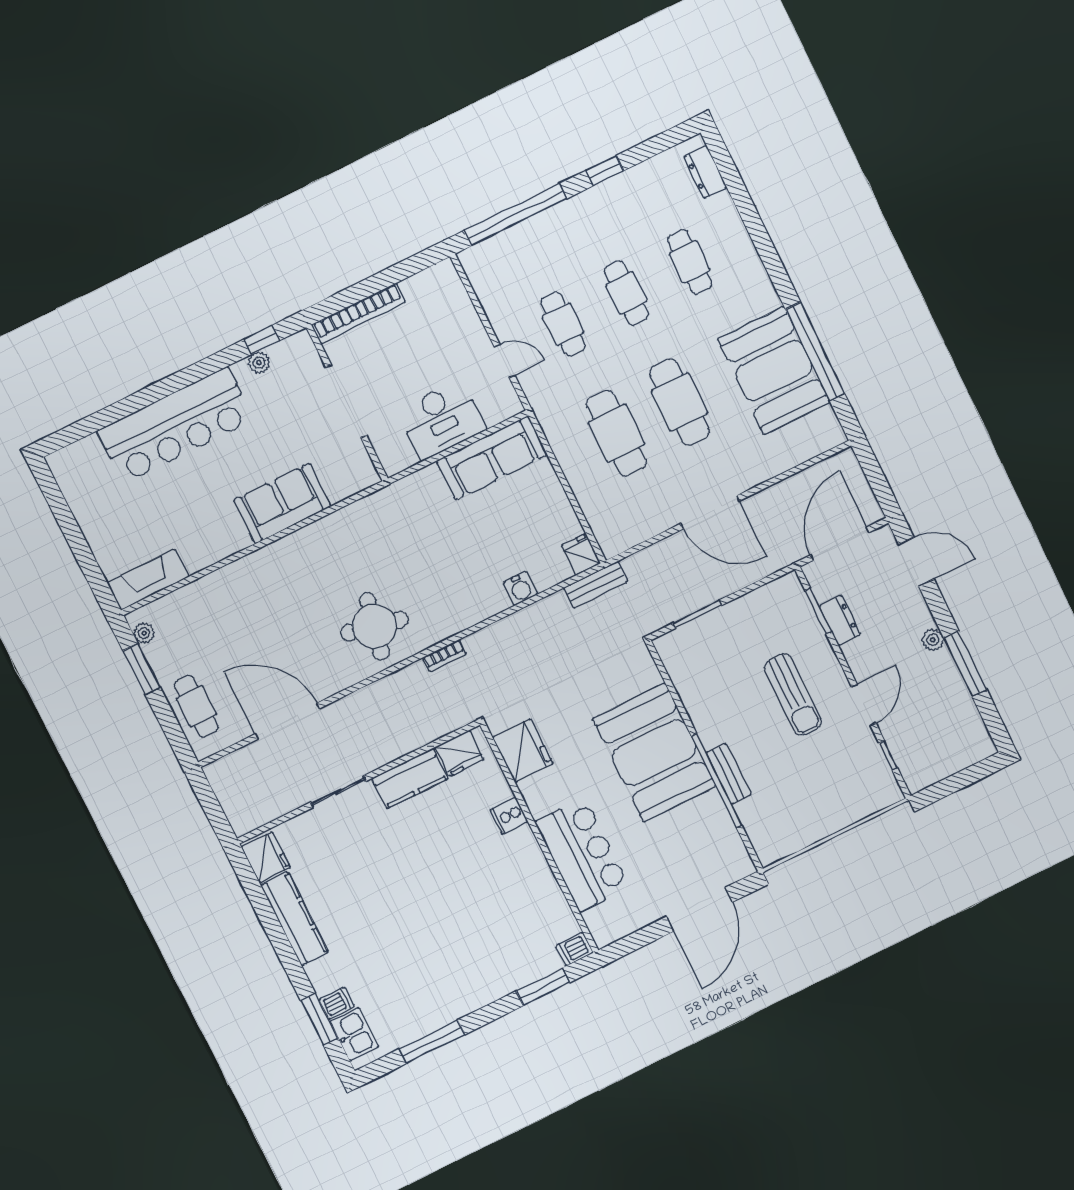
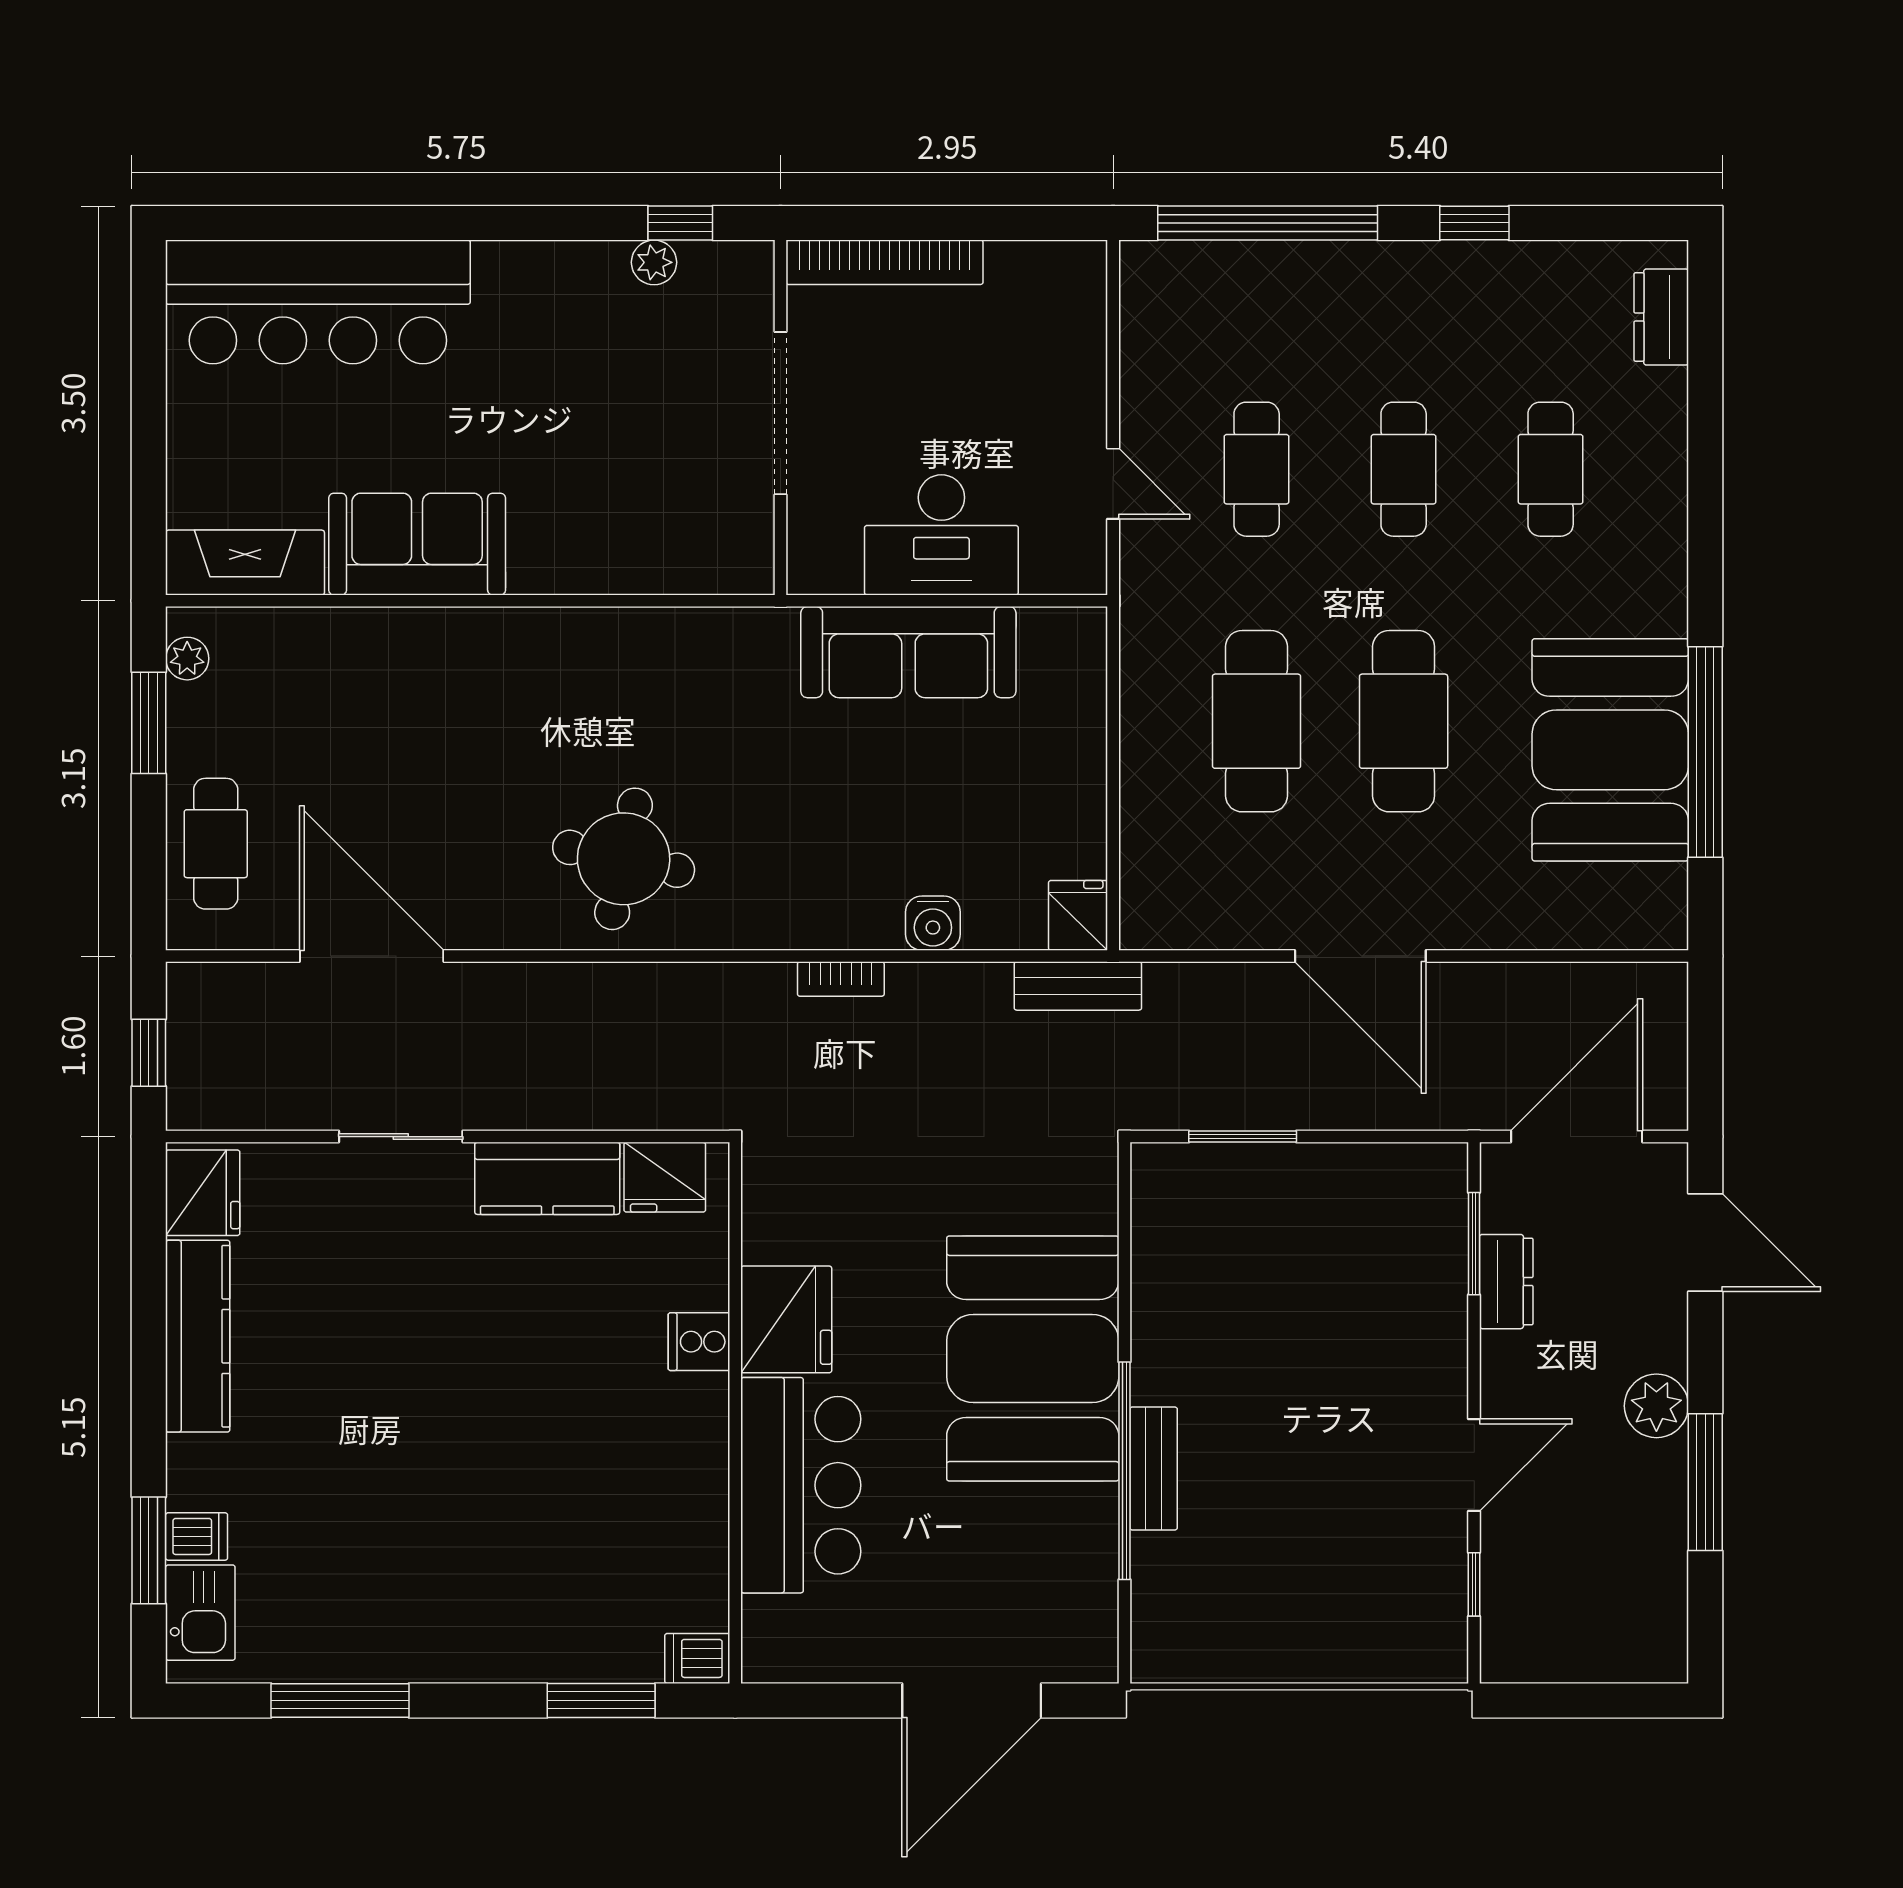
bar counter: (175, 425) -> (318, 302), moved
sofa: (492, 458) -> (908, 652), moved
sofa: (282, 503) -> (417, 544), moved
plant: (933, 640) -> (1656, 1406), width x1.38, depth x1.38
bookcase: (444, 656) -> (841, 979), moved
sun lounger: (793, 695) -> (1349, 1379), removed
fridge: (523, 750) -> (786, 1319), moved
window: (213, 809) -> (149, 1053), added

